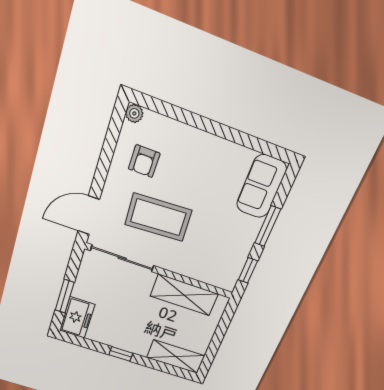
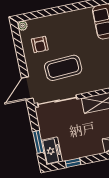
window: (121, 354) -> (73, 163), moved

